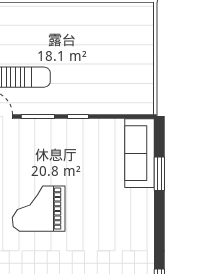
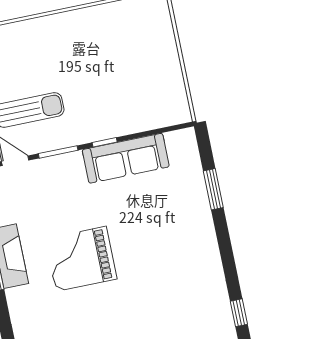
sofa: (140, 153) -> (126, 158), moved, turned -90

